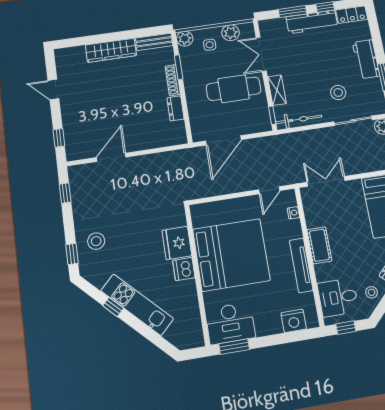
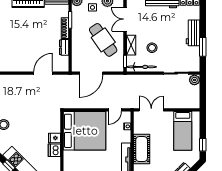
cafe table: (234, 89) -> (103, 40), turned 55
stool: (338, 92) -> (152, 48), moved
door: (111, 157) -> (43, 73), moved
fridge: (177, 243) -> (54, 138), width x0.53, depth x0.75
cot: (319, 245) -> (142, 149), width x1.37, depth x1.34
bed: (231, 255) -> (85, 131), moved

